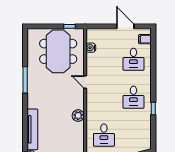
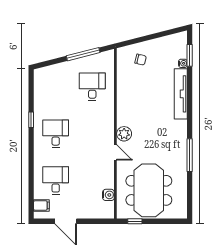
plant: (78, 116) -> (124, 134), moved

